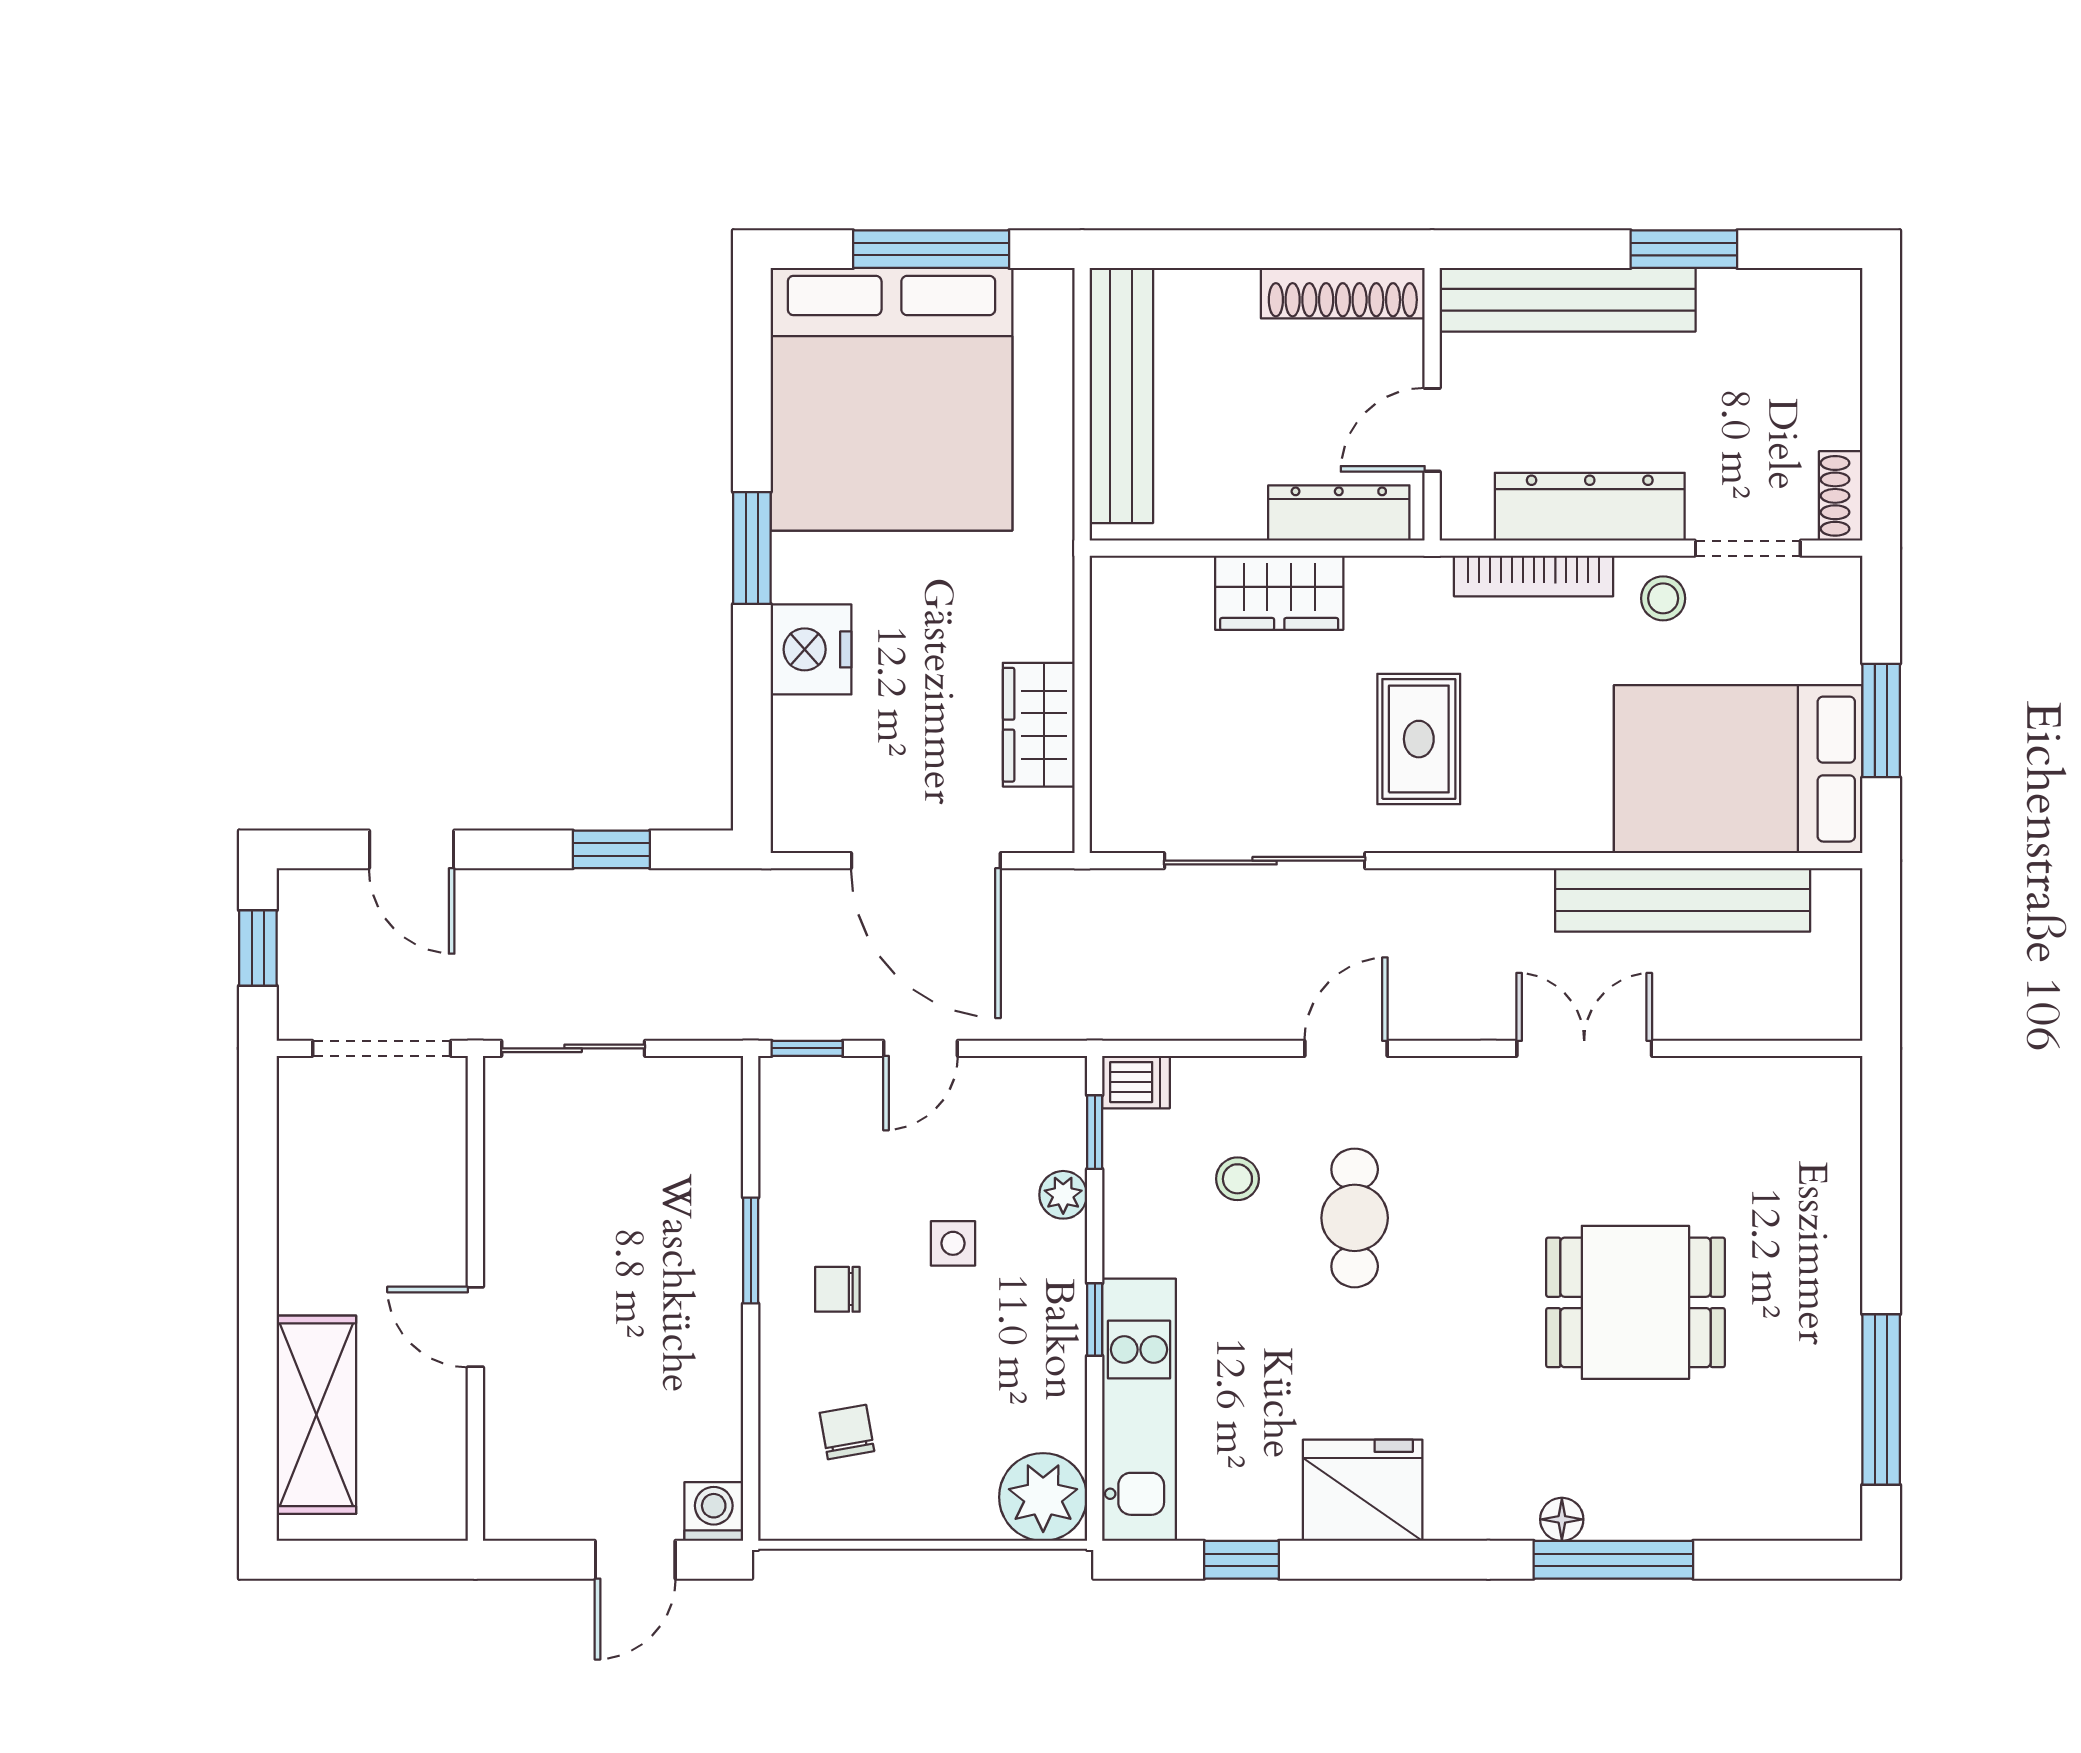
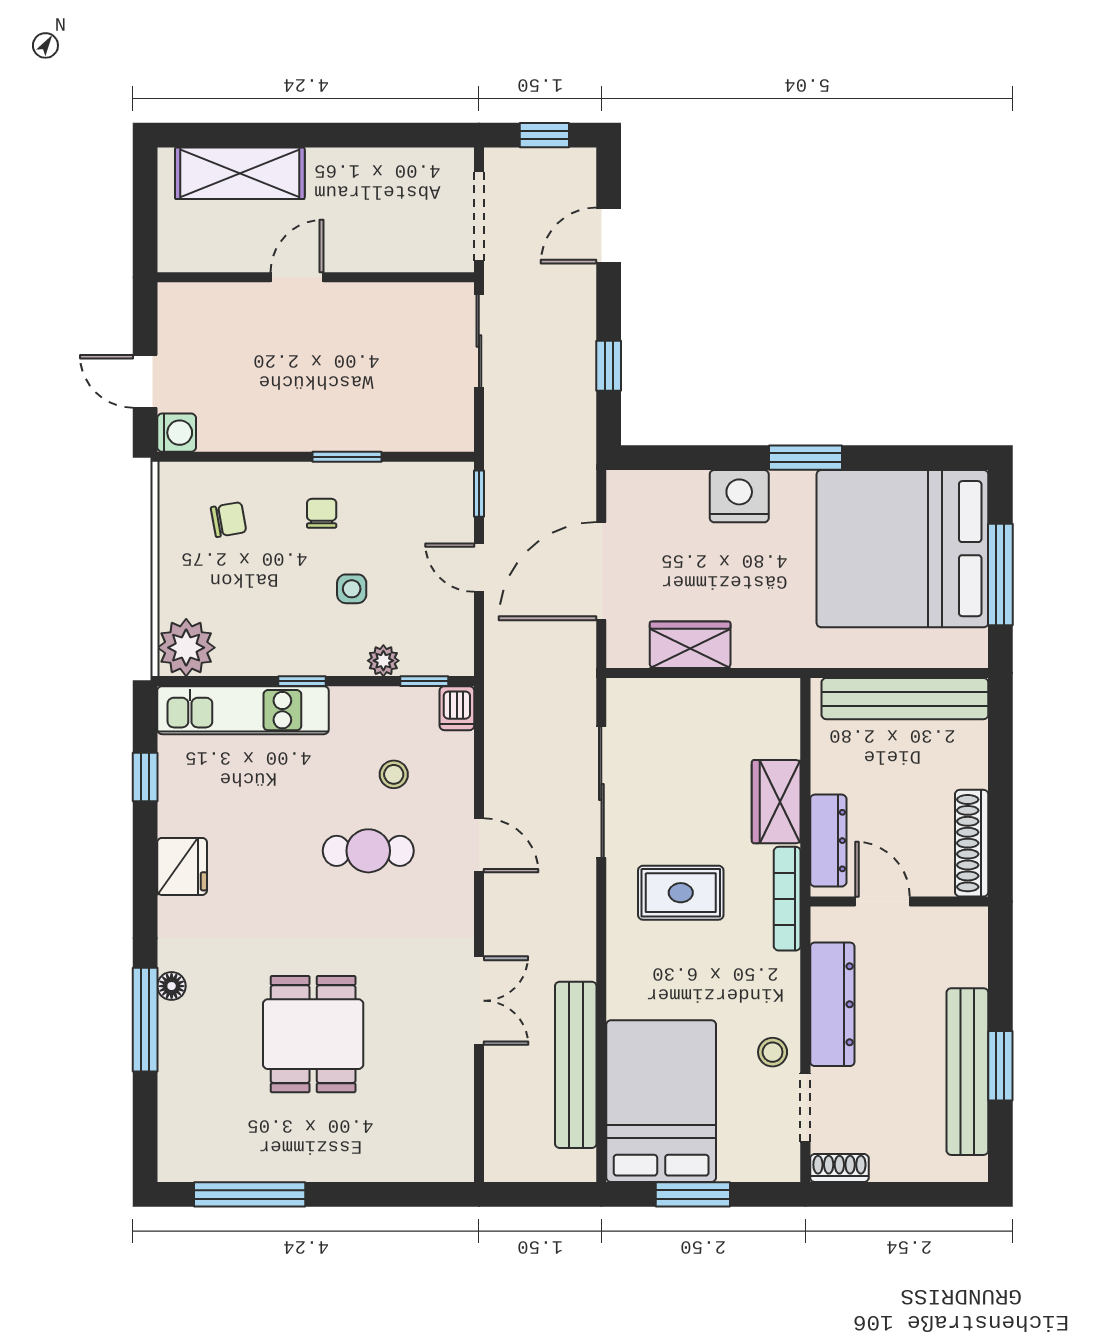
bench: (1568, 300) -> (967, 1072), moved
bookcase: (1534, 576) -> (787, 899), moved
fridge: (1363, 1490) -> (182, 866), width x0.73, depth x0.75

